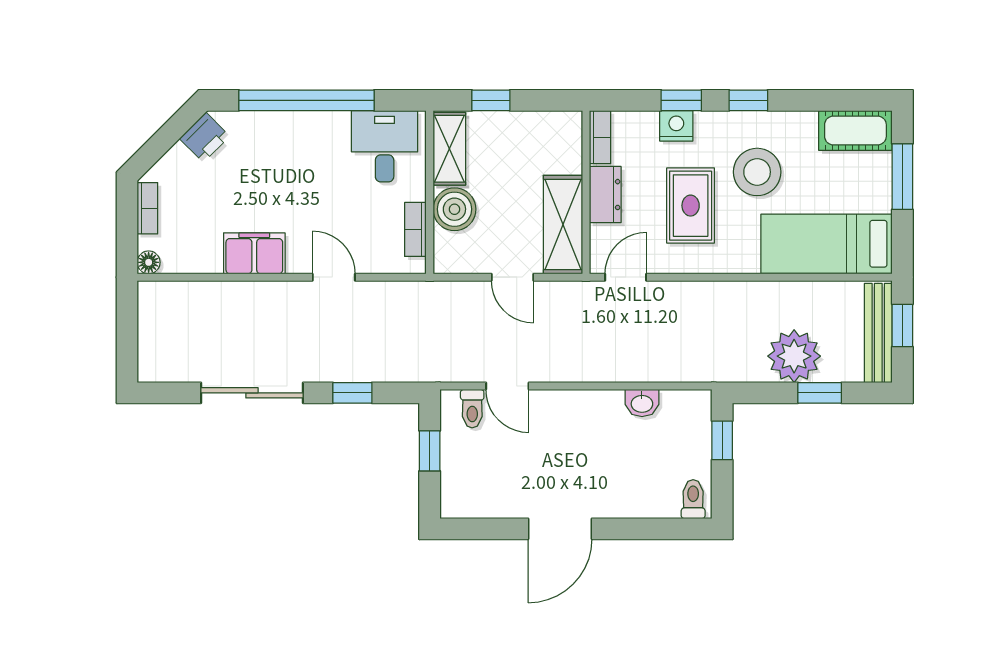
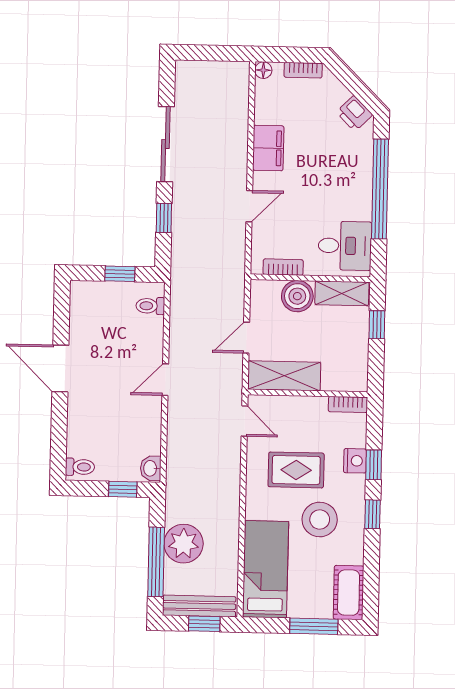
dresser: (605, 195) -> (306, 407), removed
door: (507, 386) -> (165, 380), moved
window: (820, 393) -> (156, 562), width x2.17
washbasin: (642, 403) -> (151, 468), moved

